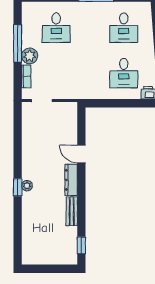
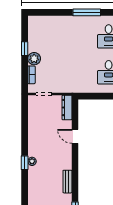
desk: (56, 28) -> (55, 36), removed
window: (18, 43) -> (25, 49), width x0.46
dresser: (71, 180) -> (67, 108), moved

